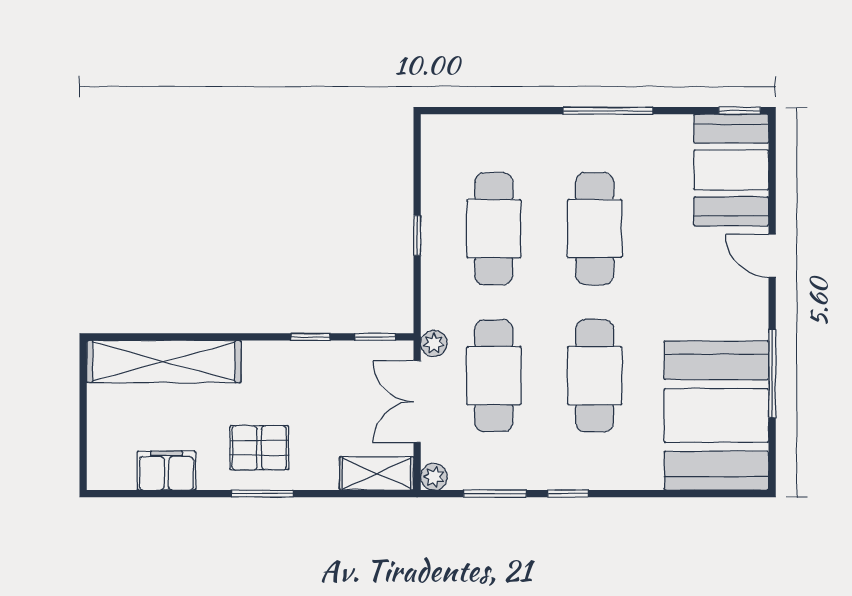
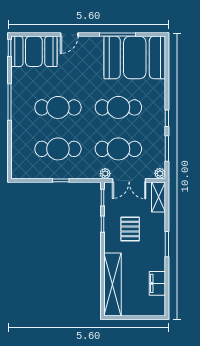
pallet: (259, 448) -> (130, 229), moved

